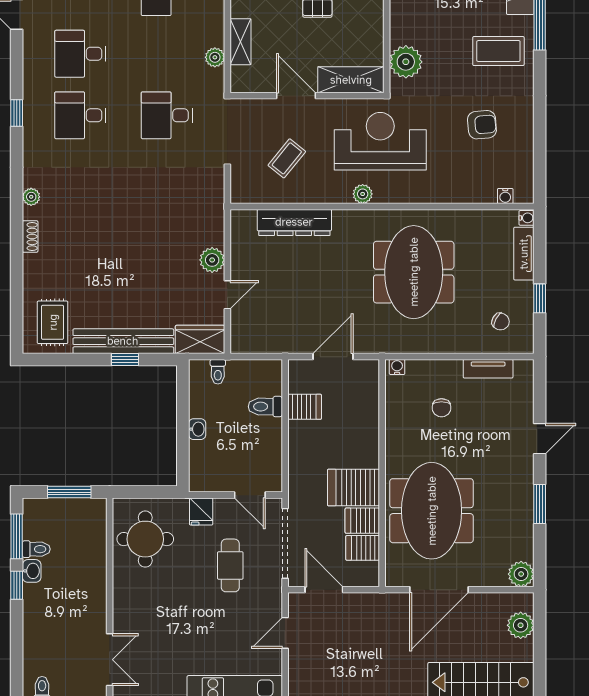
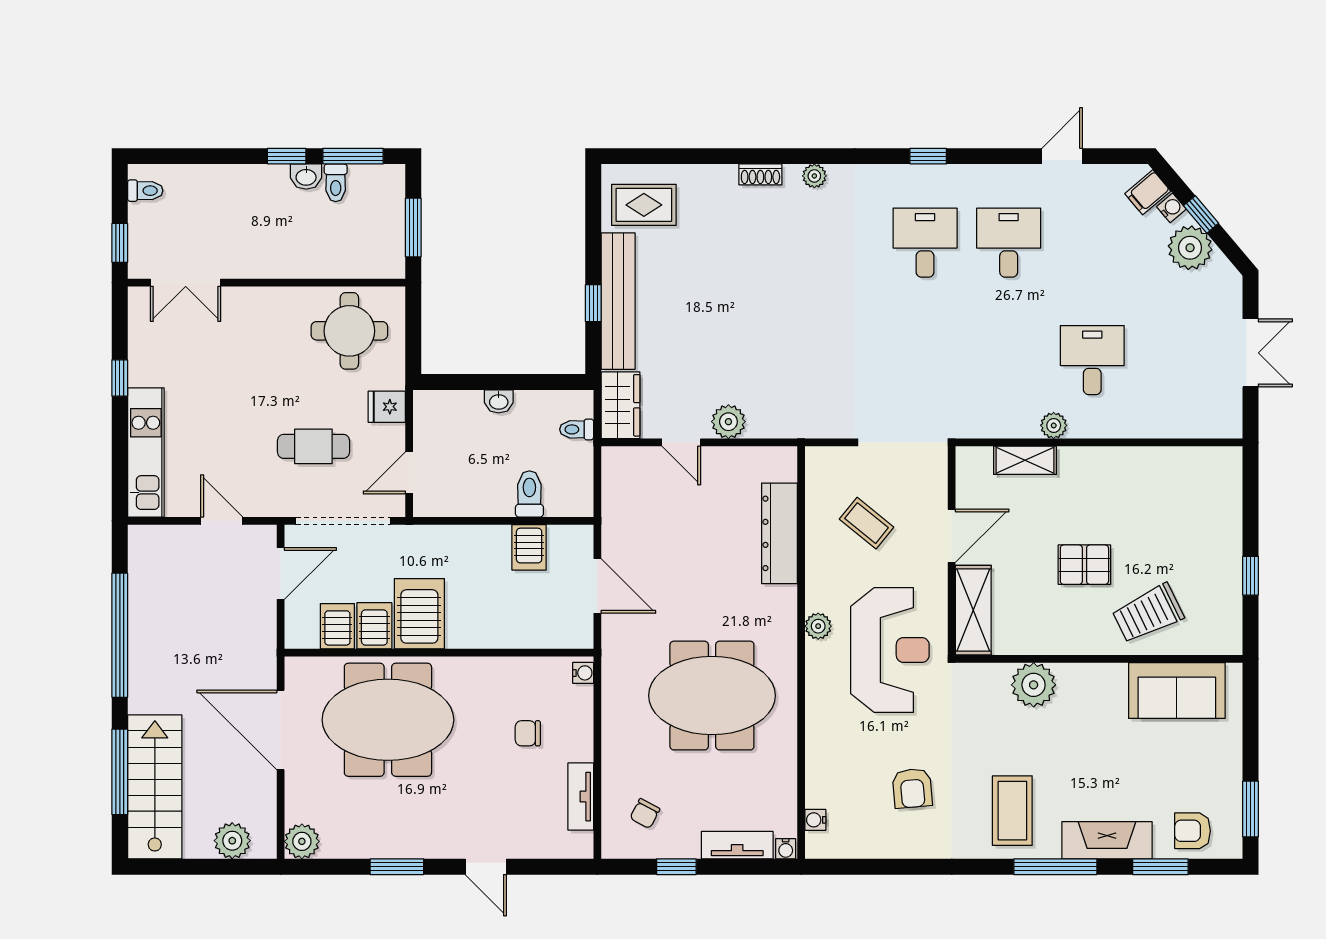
plant: (215, 57) -> (1054, 425), moved
plant: (406, 62) -> (1034, 685), moved
desk: (167, 115) -> (925, 360), removed

